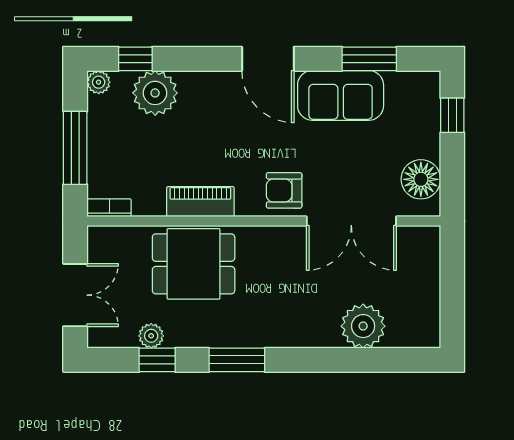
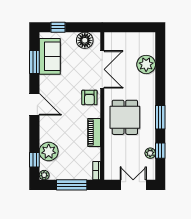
door: (268, 59) -> (34, 104), hinge flipped
sofa: (341, 95) -> (50, 56), moved
dining table: (194, 264) -> (125, 117), moved

